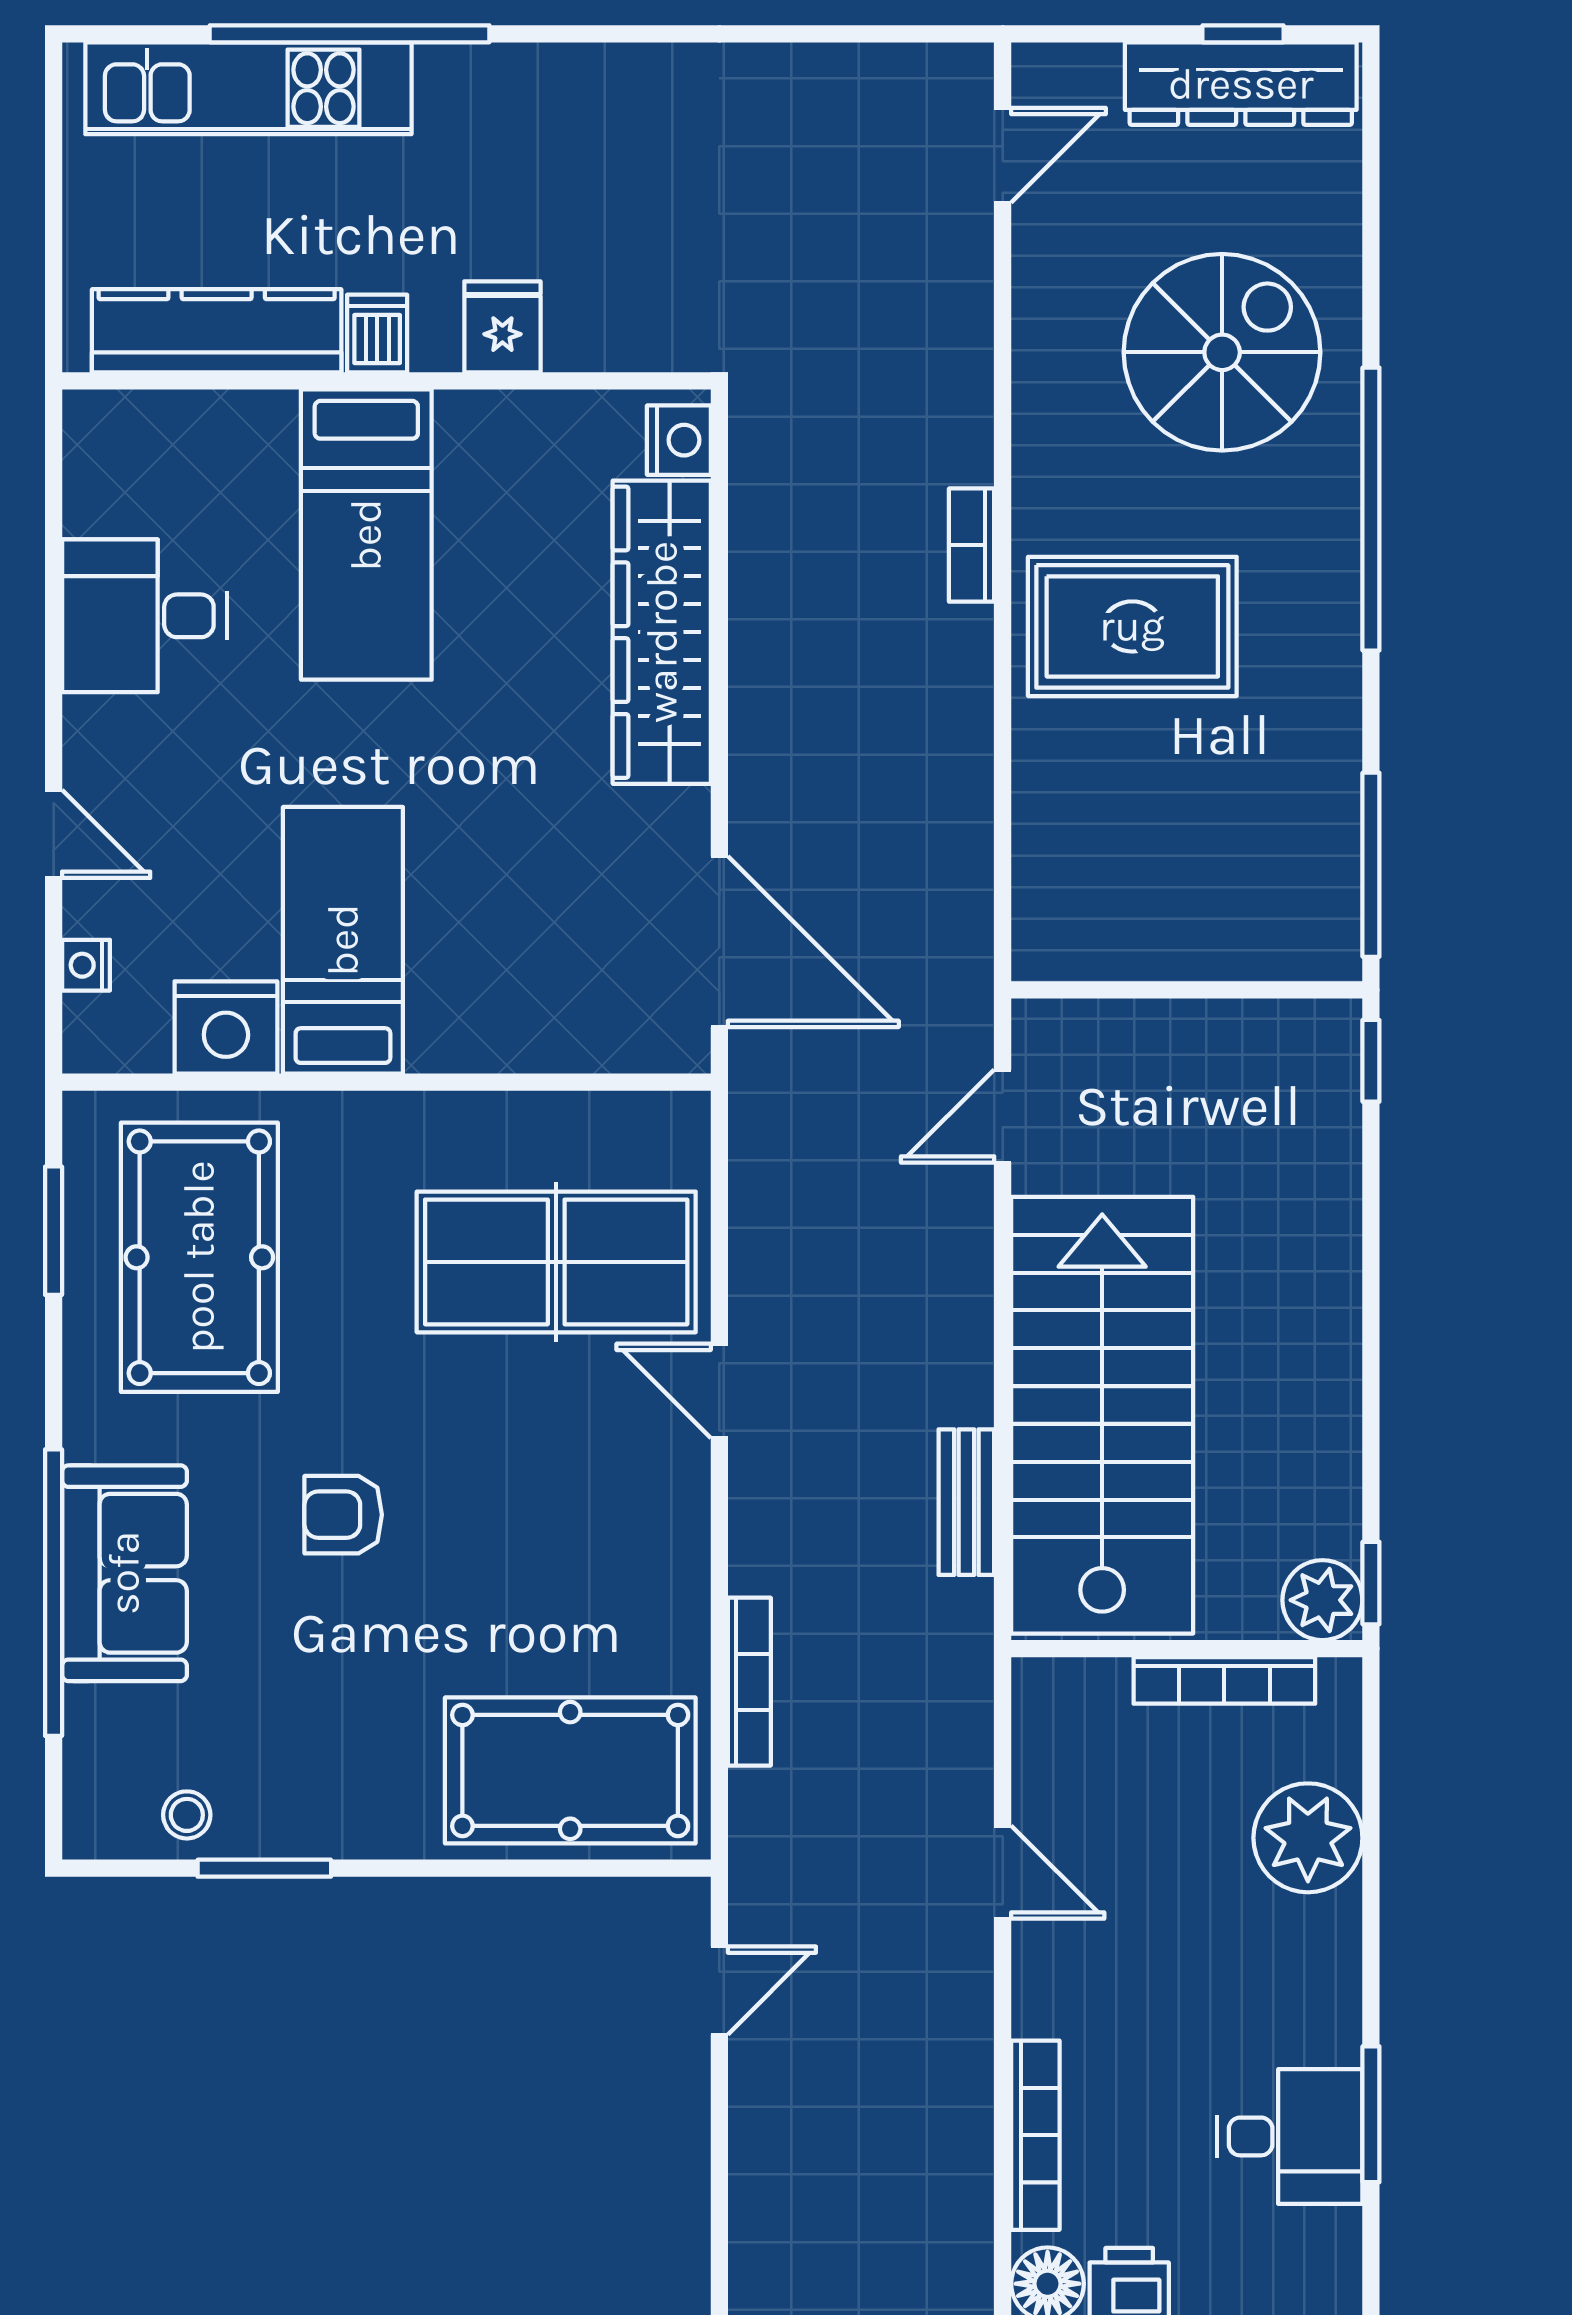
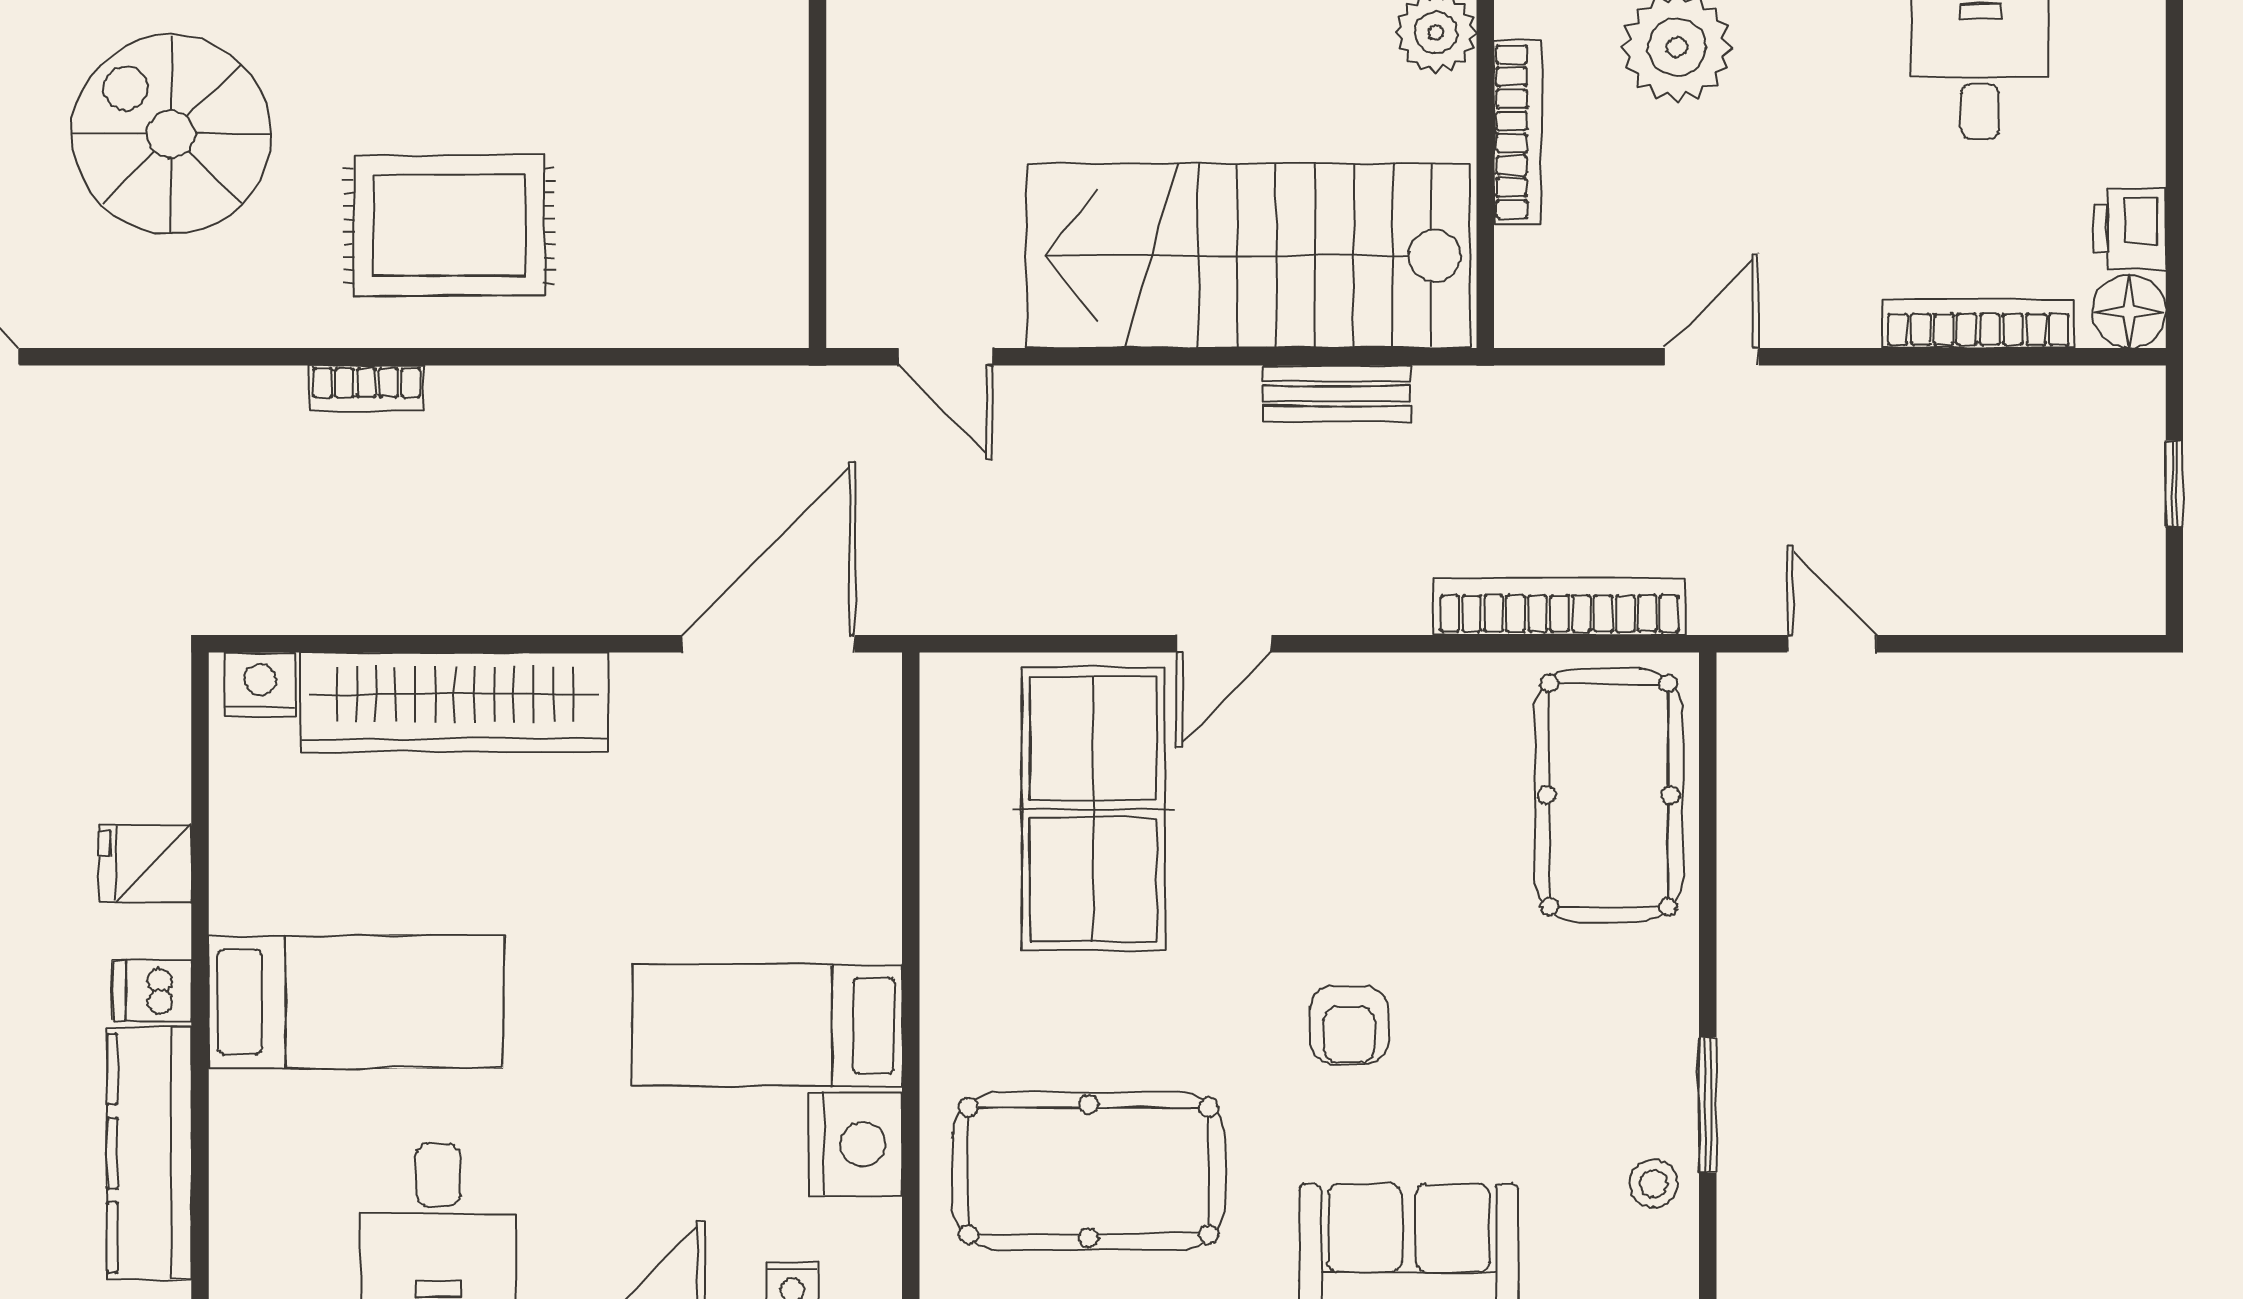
rug: (1132, 626) -> (449, 225), turned 90
bookcase: (749, 1682) -> (1559, 607), width x1.48, depth x1.31

